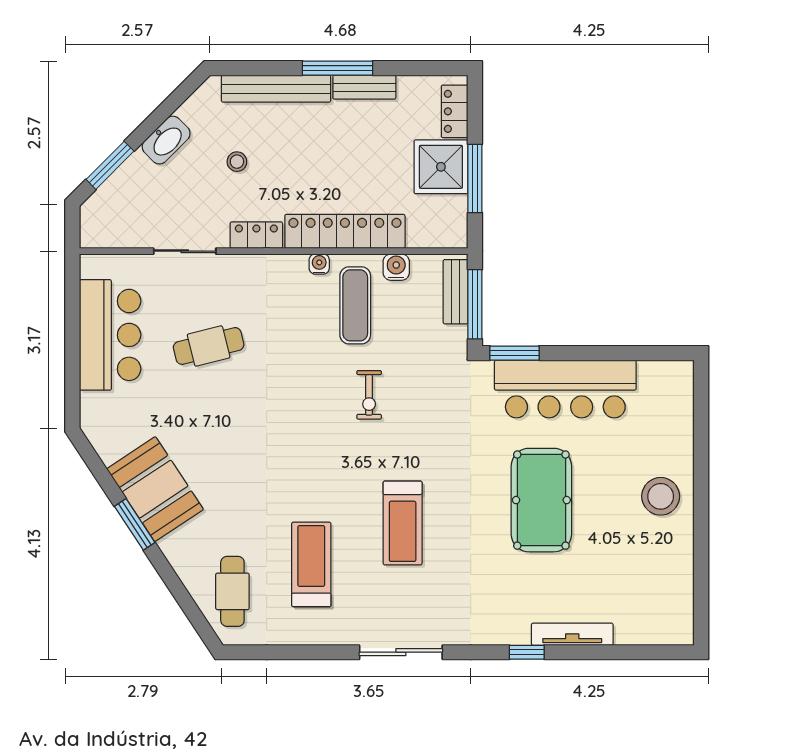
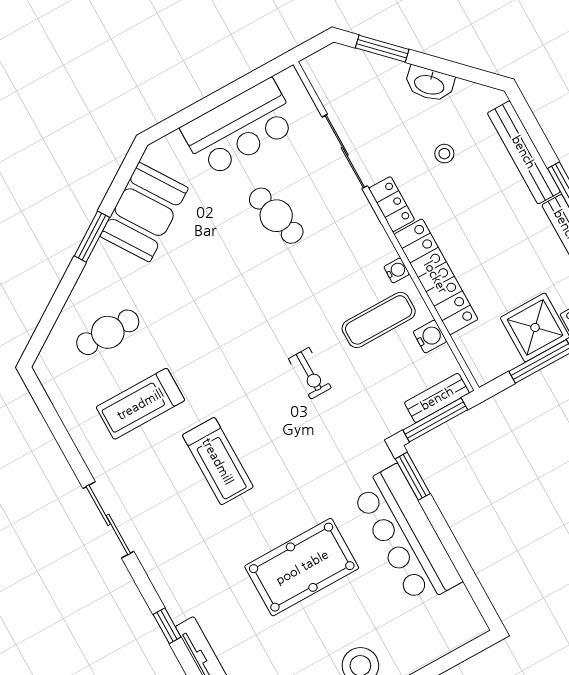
sliding door: (185, 251) -> (345, 151), width x1.37
exercise bike: (369, 395) -> (310, 373), turned -90
booth: (155, 489) -> (144, 212), moved
treadmill: (403, 523) -> (218, 461), turned -90
treadmill: (311, 564) -> (140, 404), turned 180
cafe table: (232, 591) -> (108, 332), moved

